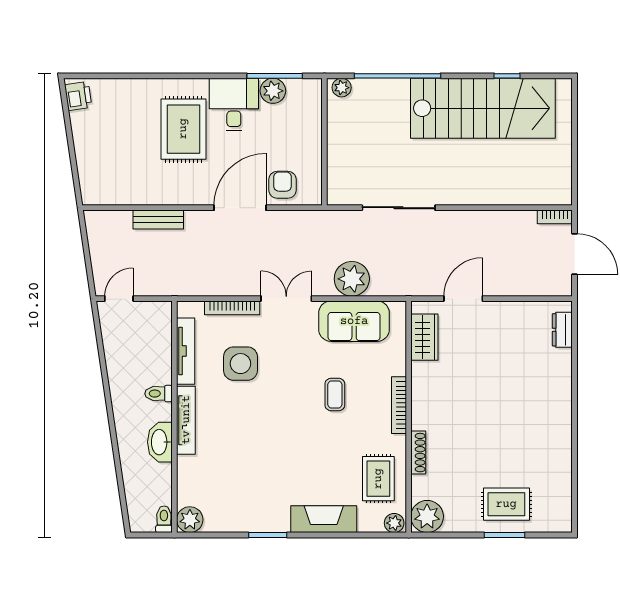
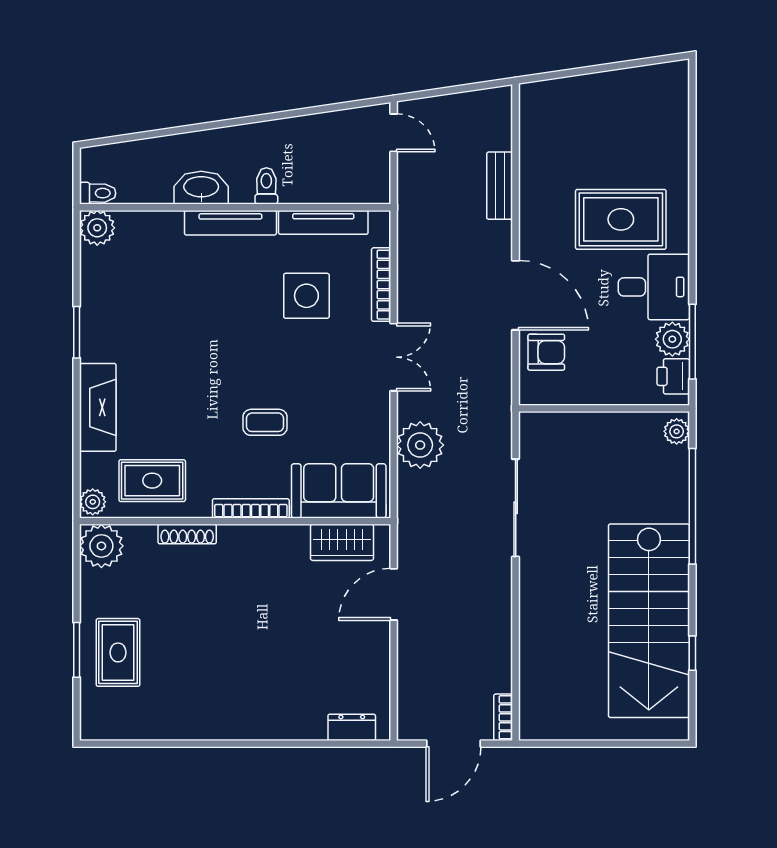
printer: (78, 96) -> (673, 376), moved, turned 98
door: (463, 299) -> (394, 594), swing flipped
sofa: (354, 321) -> (339, 491), moved, turned 90

